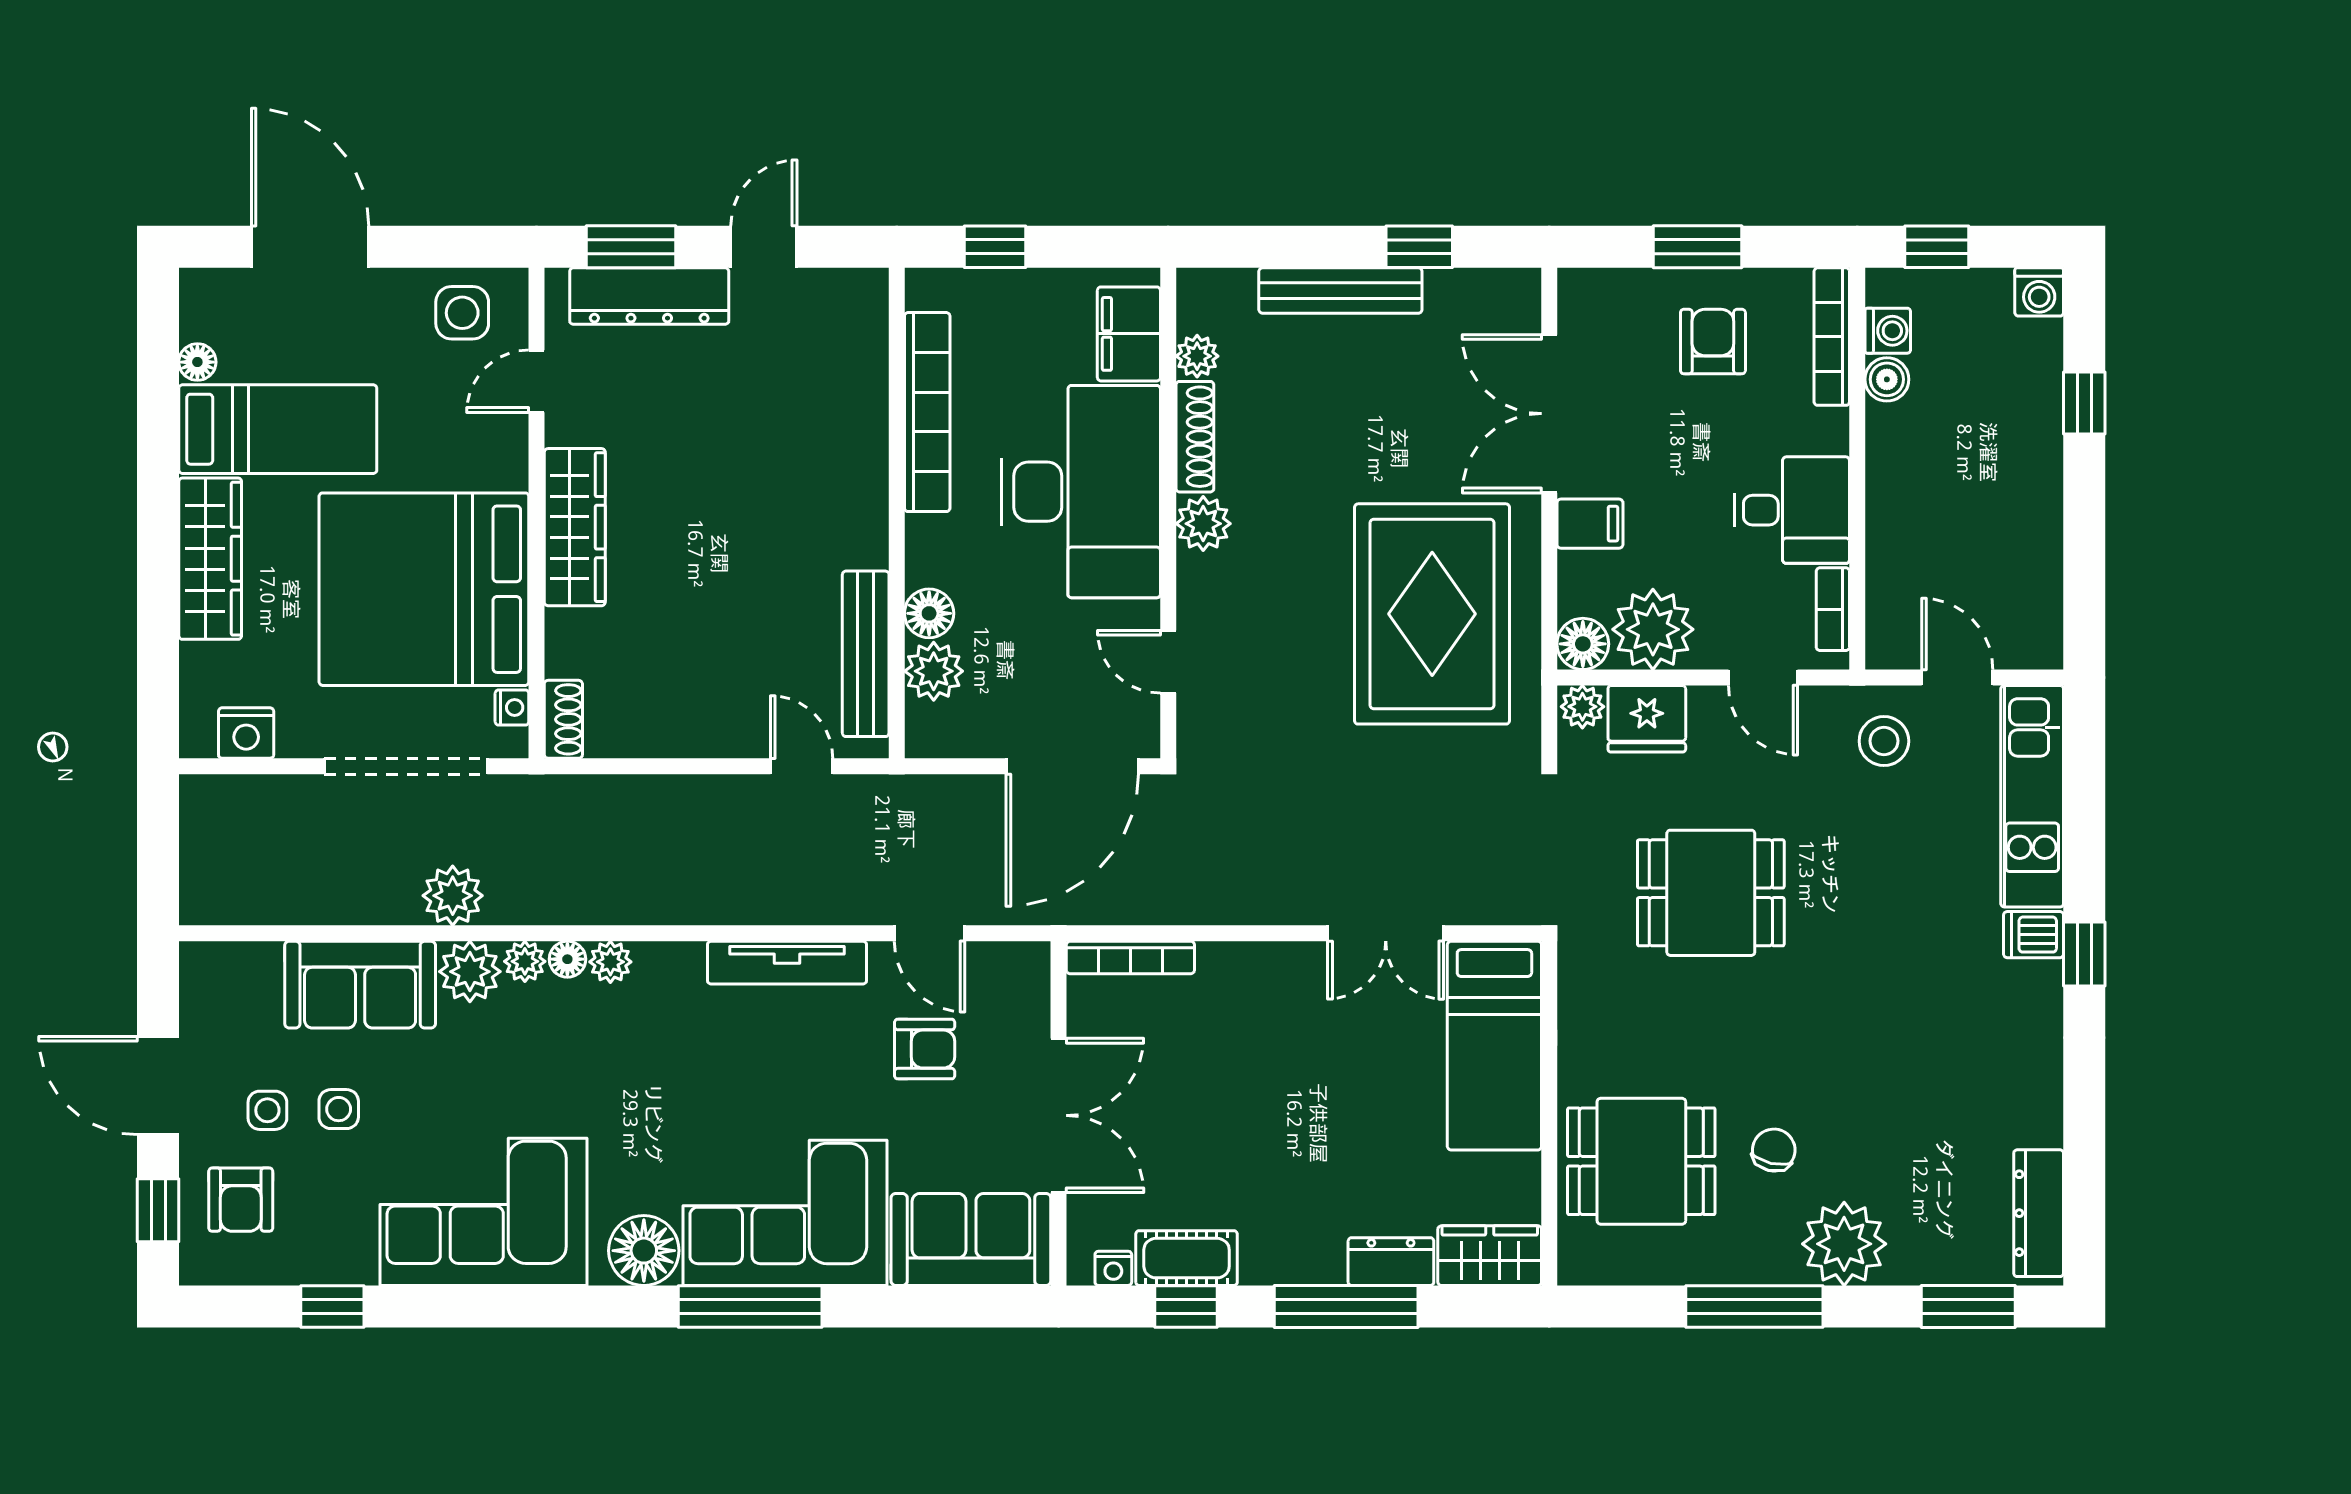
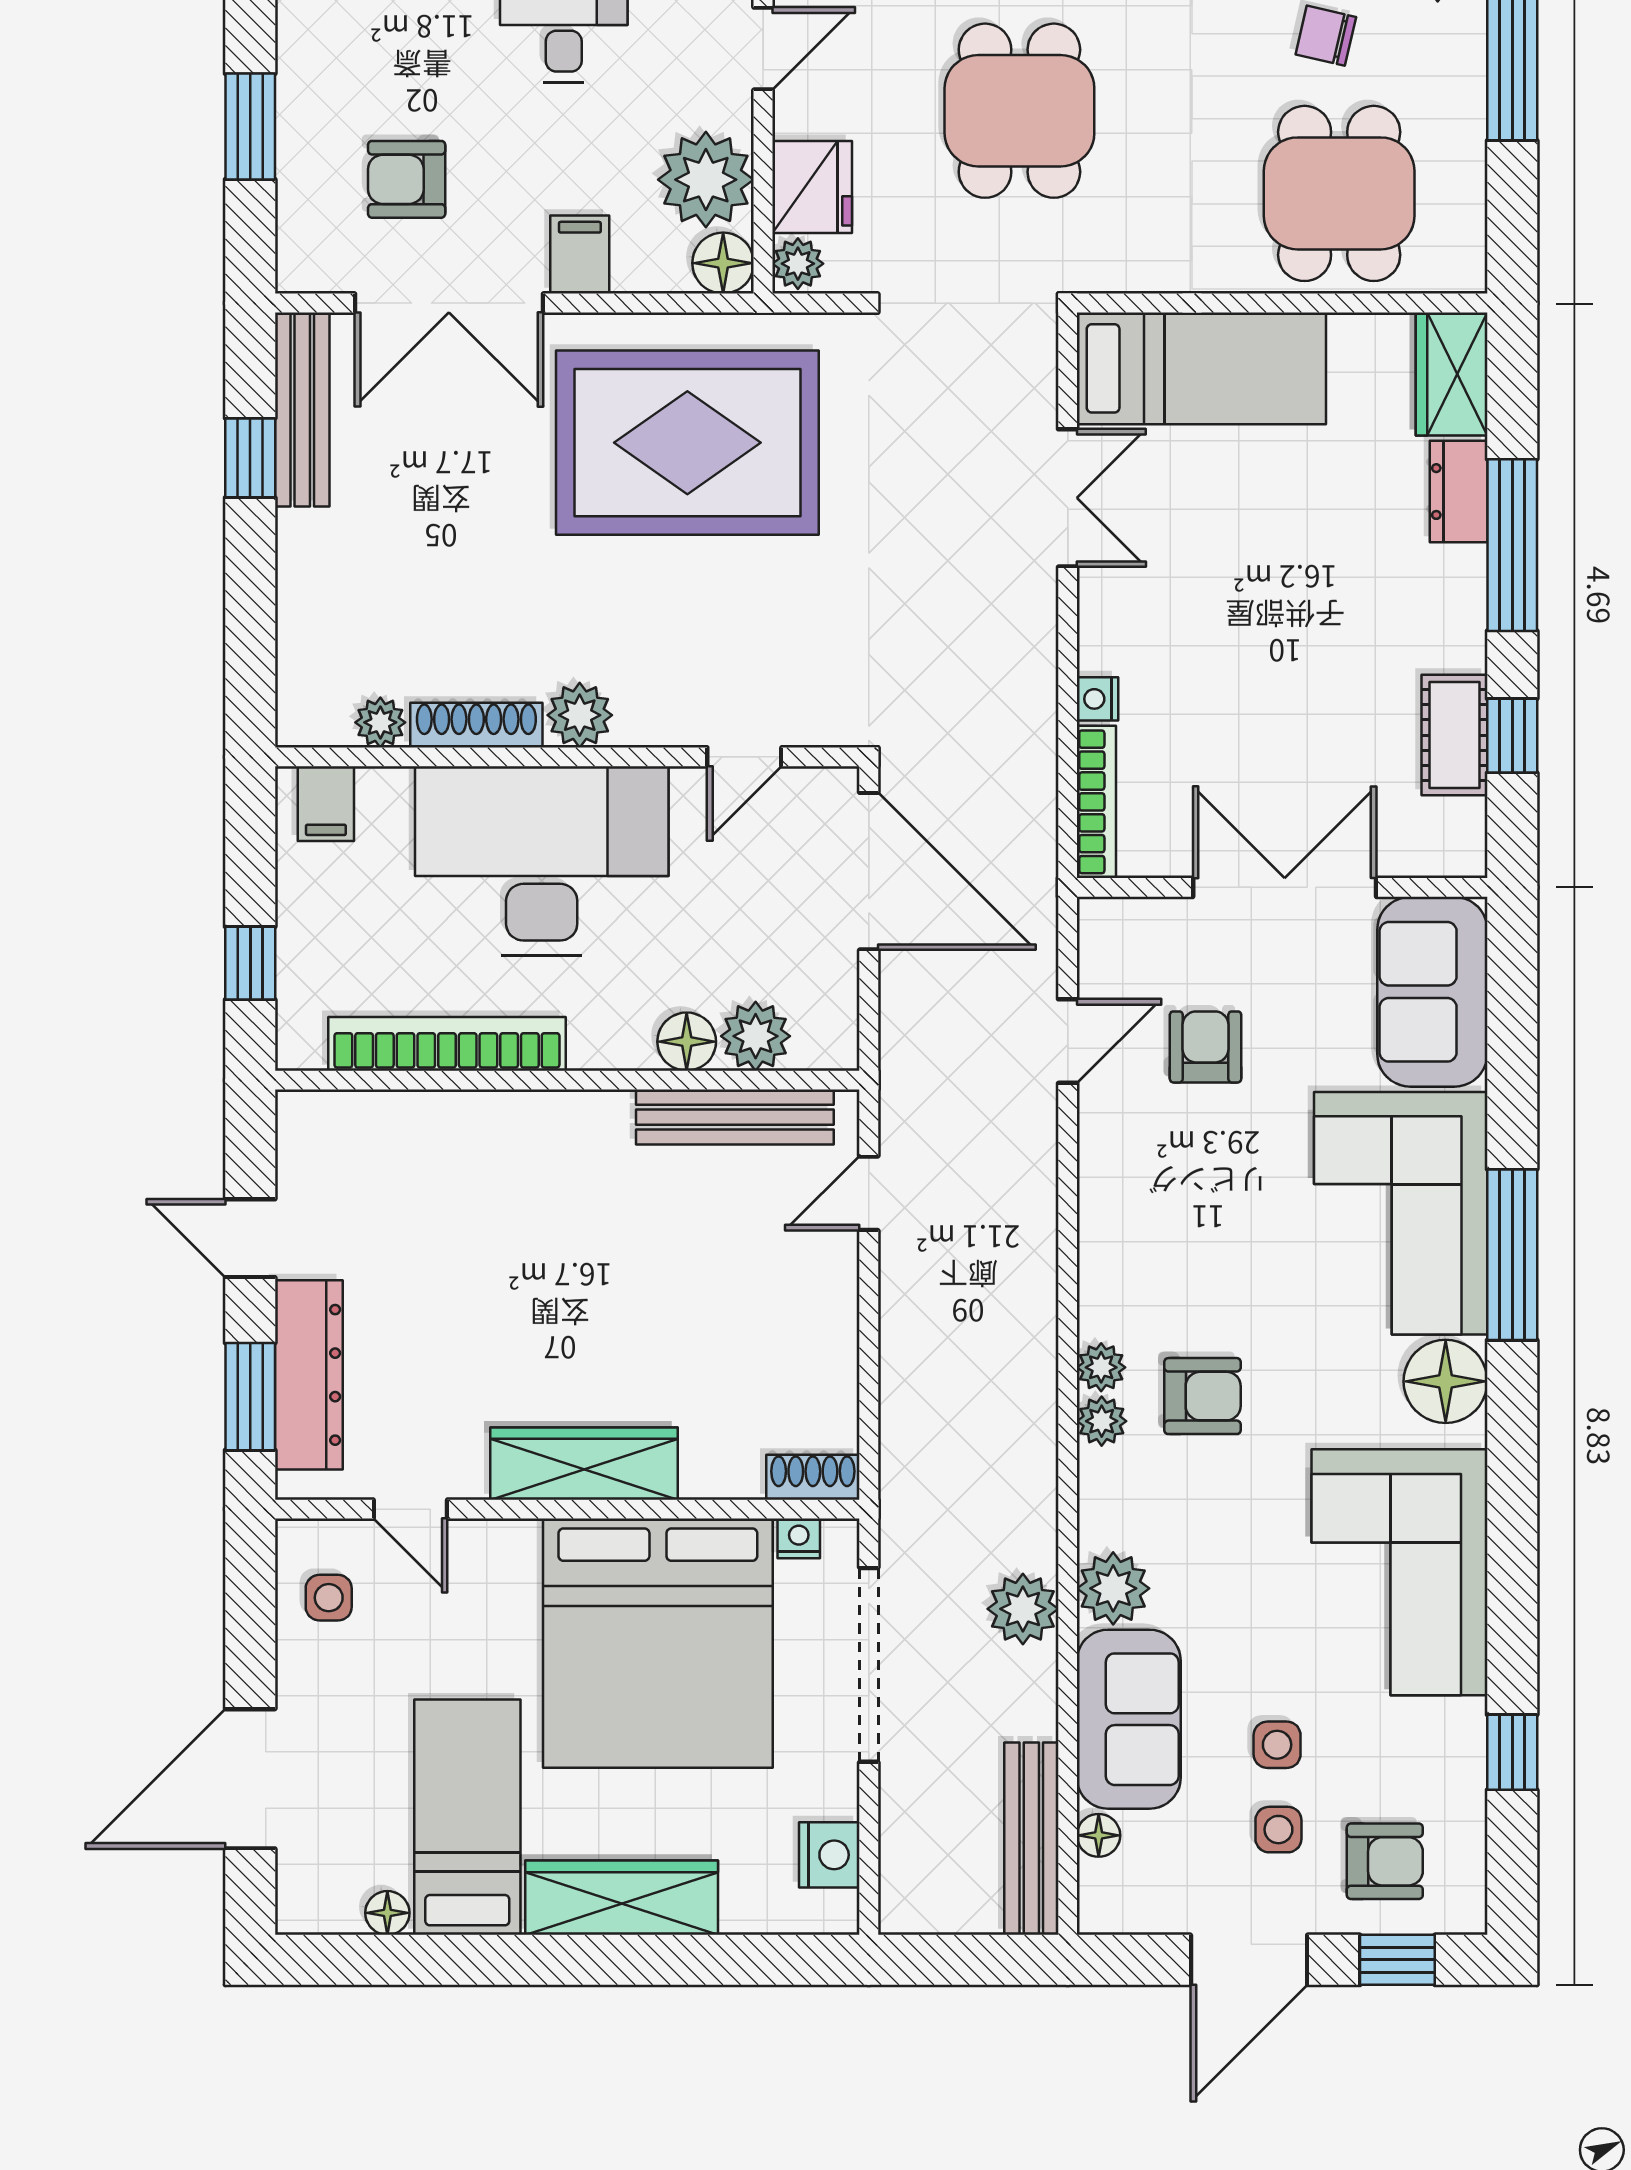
bench: (1340, 291) -> (302, 409), moved
side table: (462, 313) -> (329, 1598), width x0.73, depth x0.73
filing cabinet: (1129, 334) -> (326, 804), width x0.50
armchair: (1713, 342) -> (407, 179), moved
bench: (260, 903) -> (1031, 1839), added
floor lamp: (567, 959) -> (1099, 1835), moved
plant: (525, 961) -> (1101, 1367), moved
tv unit: (787, 963) -> (1103, 1211), removed
armchair: (631, 1047) -> (1203, 1396), added
nightstand: (1113, 1268) -> (1098, 699), moved, turned 180

